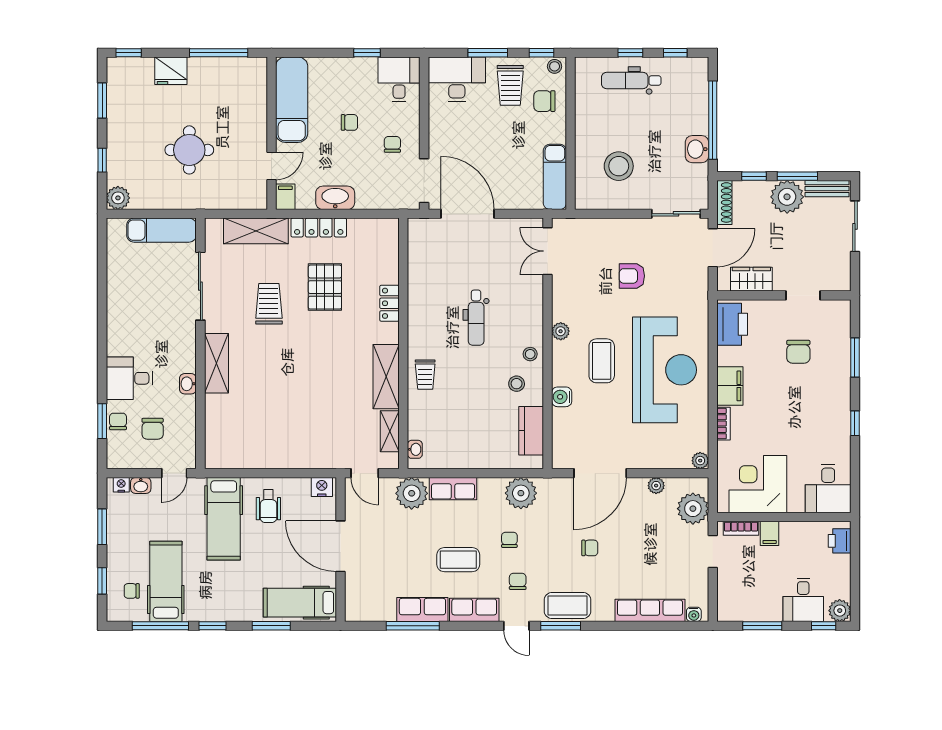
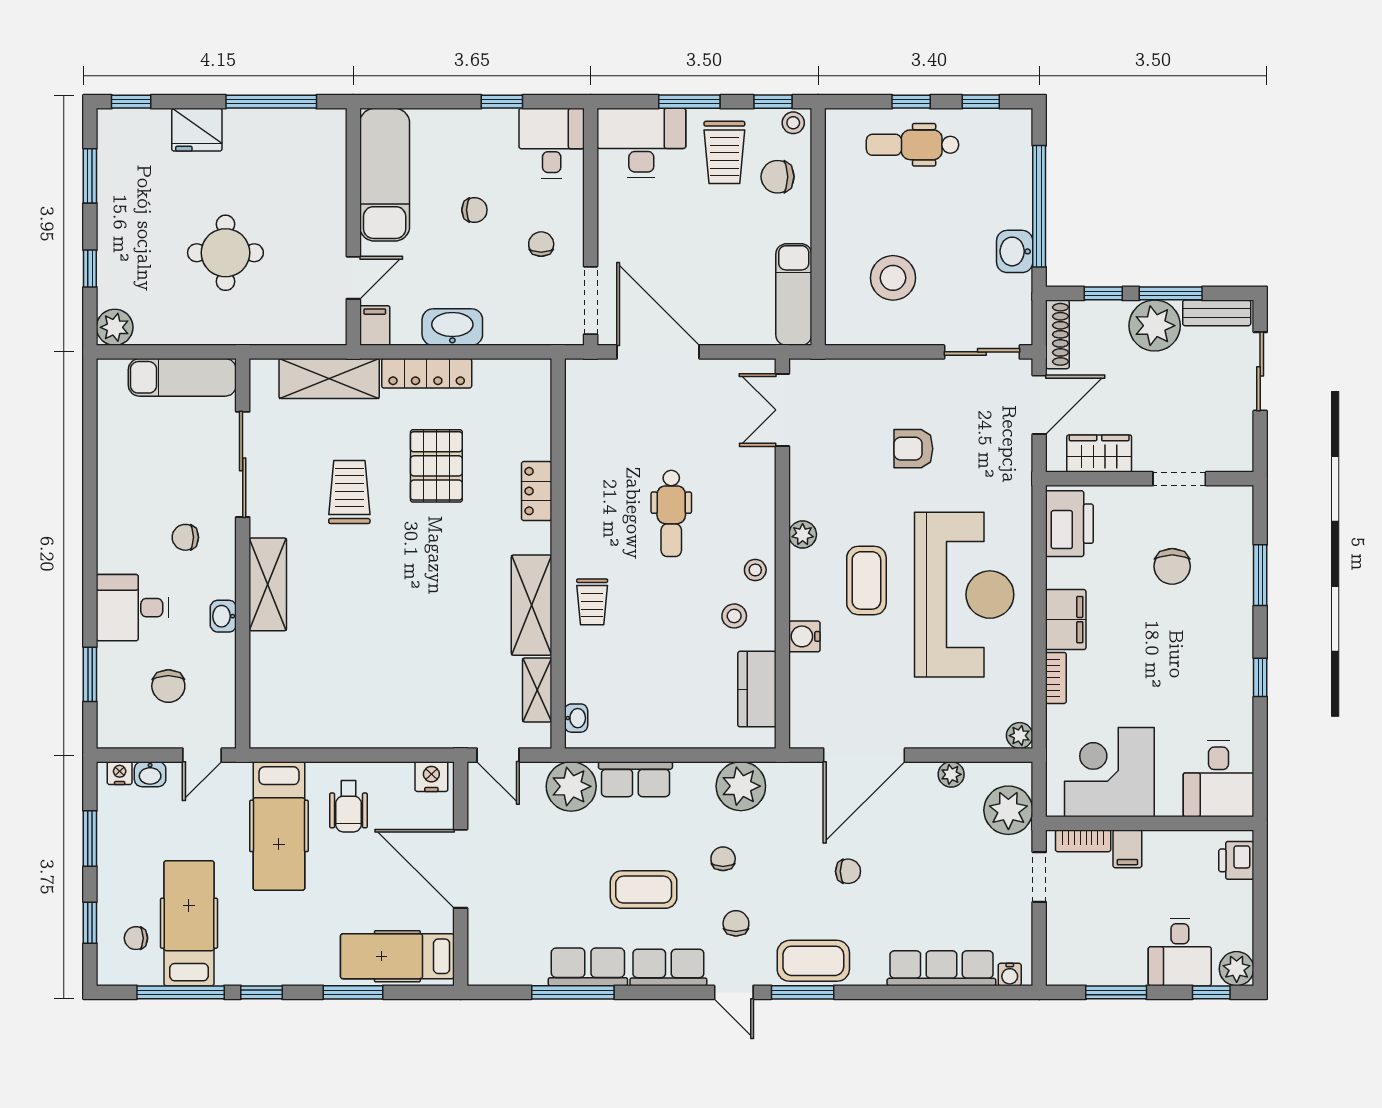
chair: (118, 421) -> (185, 537), moved, turned -90

